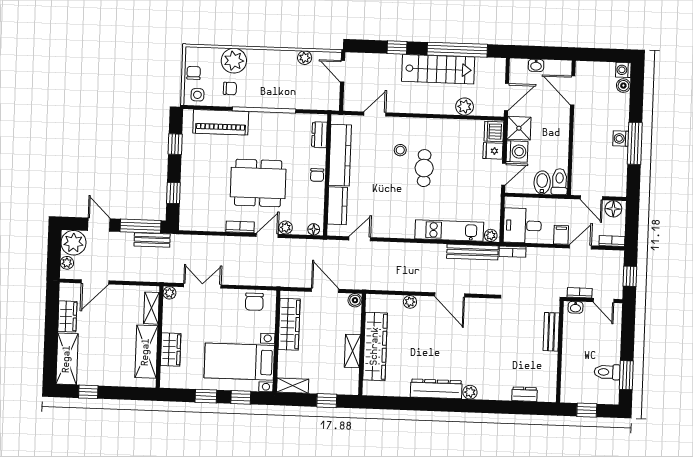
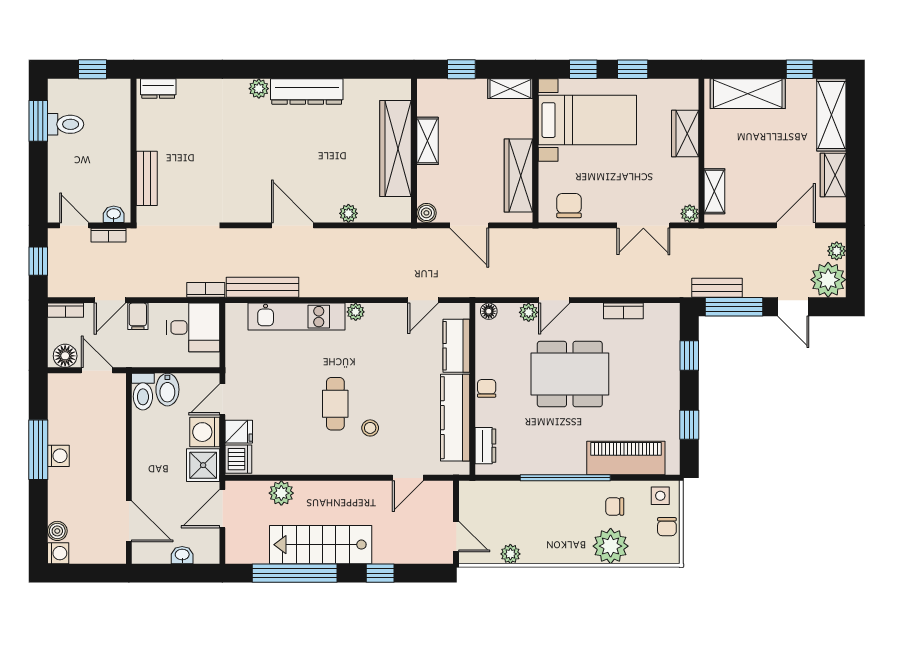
bookcase: (240, 227) -> (623, 311), moved
plant: (491, 235) -> (356, 312), moved
shelving: (146, 352) -> (748, 94), moved, turned 90
dresser: (524, 394) -> (158, 89), moved

